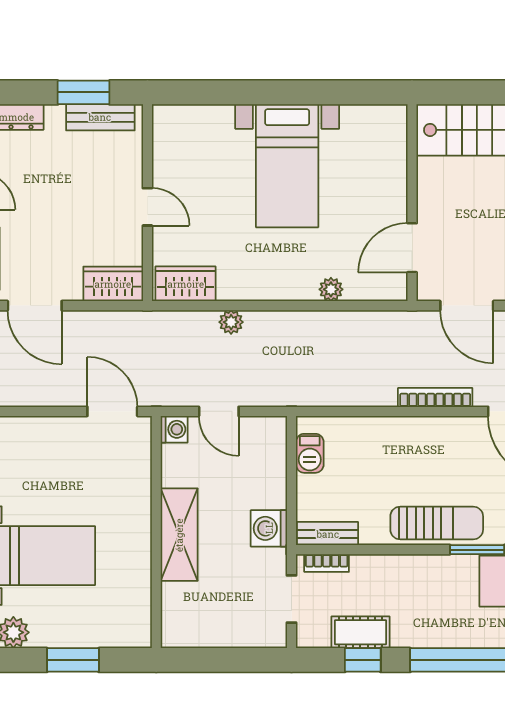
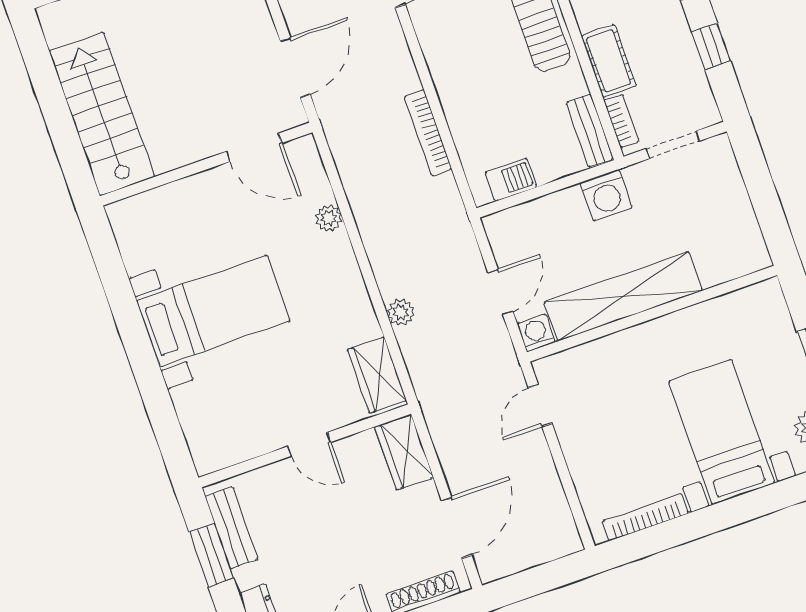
door: (147, 207) -> (309, 444), swing flipped
bookcase: (435, 398) -> (428, 133), moved
door: (112, 411) -> (540, 405), width x0.73
shelving: (179, 535) -> (623, 296), width x1.47
cot: (360, 632) -> (609, 61), moved

